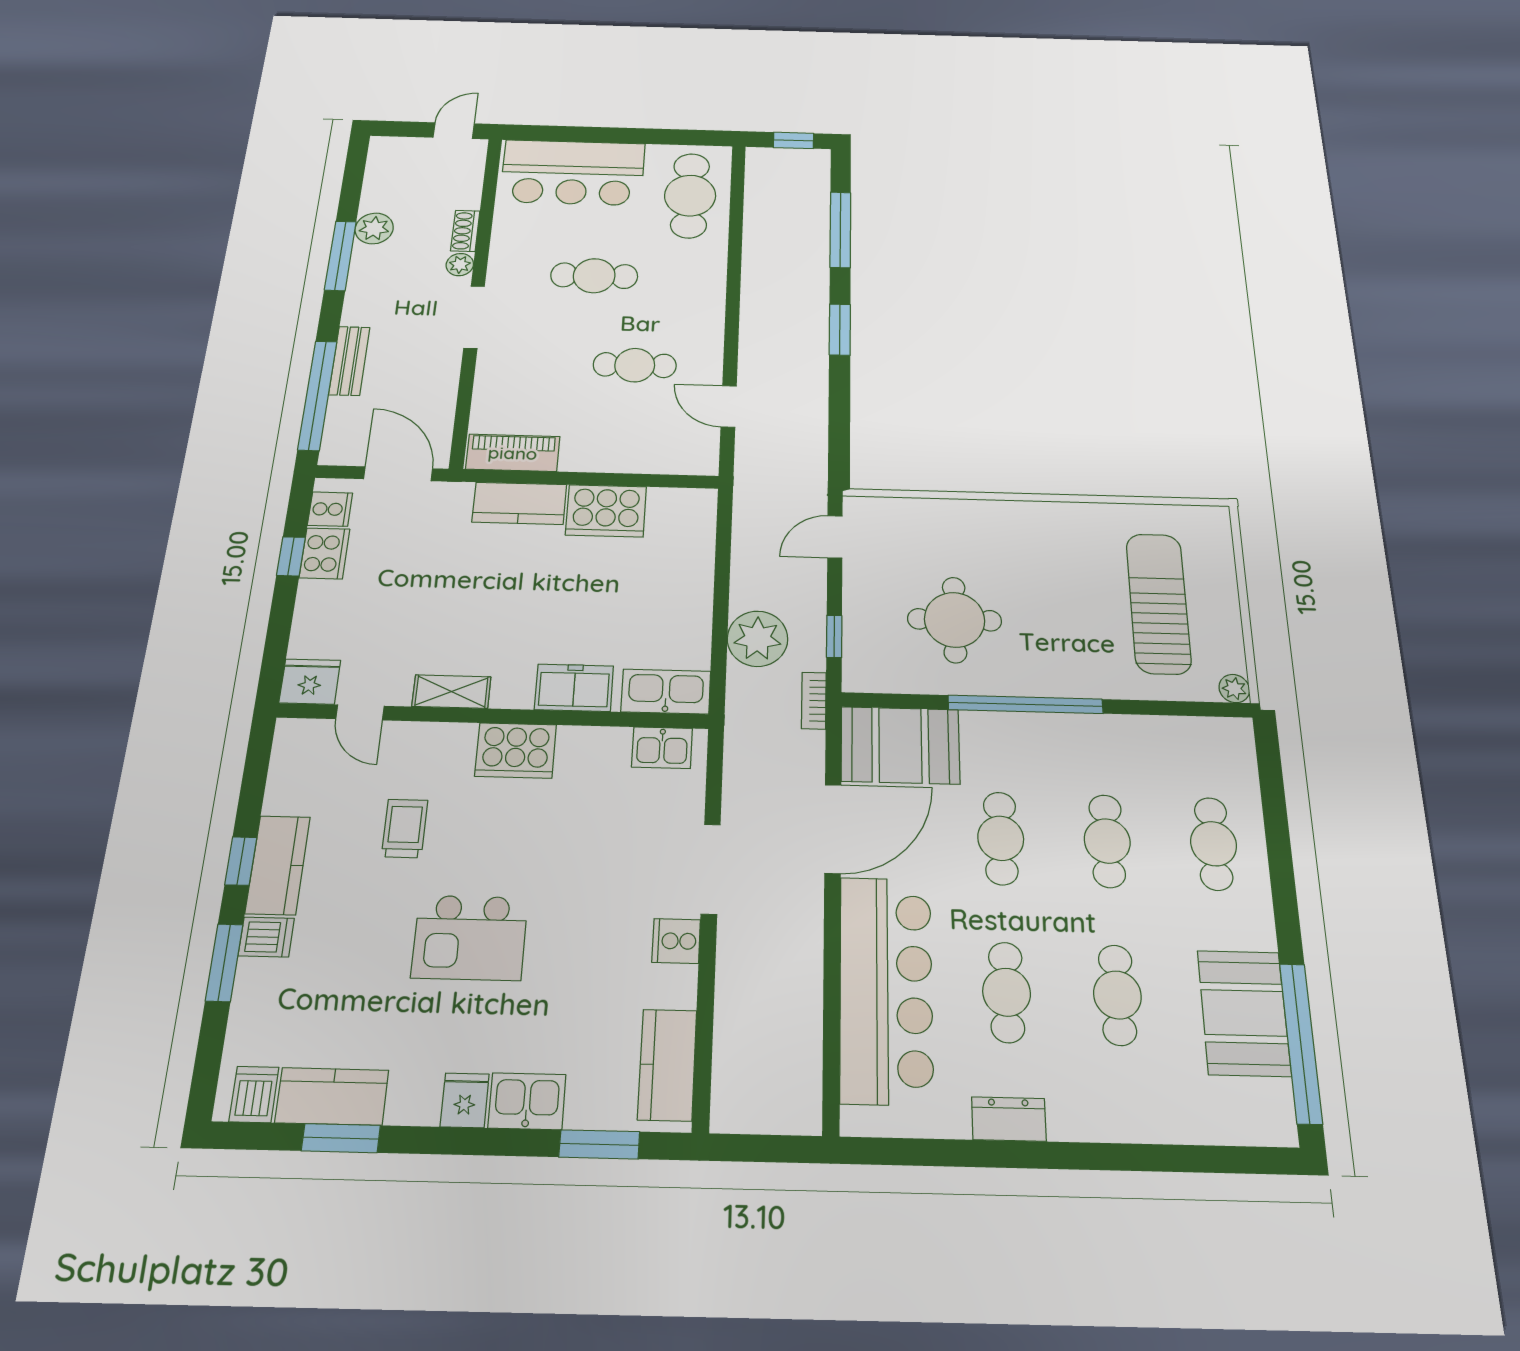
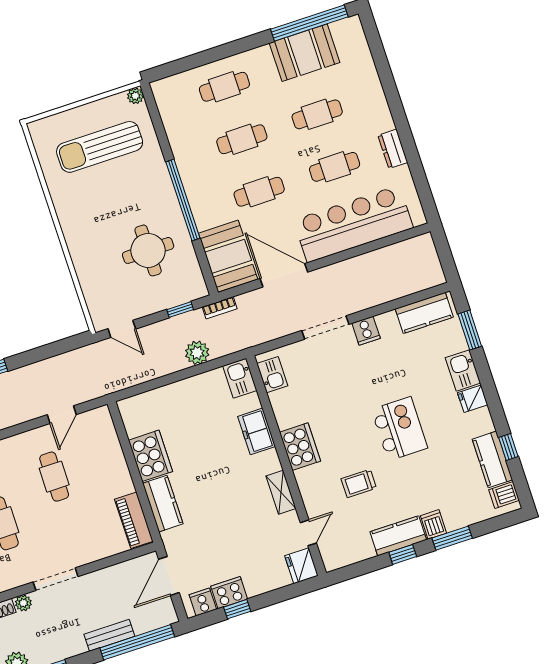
plant: (758, 639) -> (197, 353), width x0.73, depth x0.73
kitchen sink: (666, 692) -> (240, 378), width x0.73
window: (341, 1138) -> (508, 447), width x0.67

